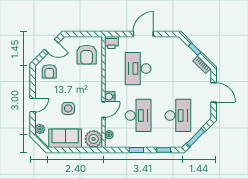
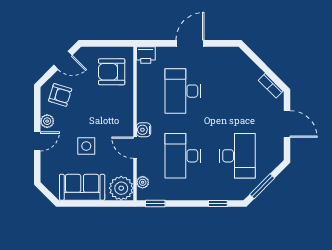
window: (195, 49) -> (261, 64), removed
armchair: (87, 55) -> (112, 72), turned 90
armchair: (49, 71) -> (60, 95), turned -73
door: (103, 110) -> (135, 148), swing flipped
desk: (138, 115) -> (183, 156), turned 180
plant: (40, 129) -> (47, 121), moved
window: (136, 150) -> (155, 203), moved

